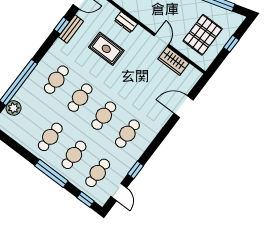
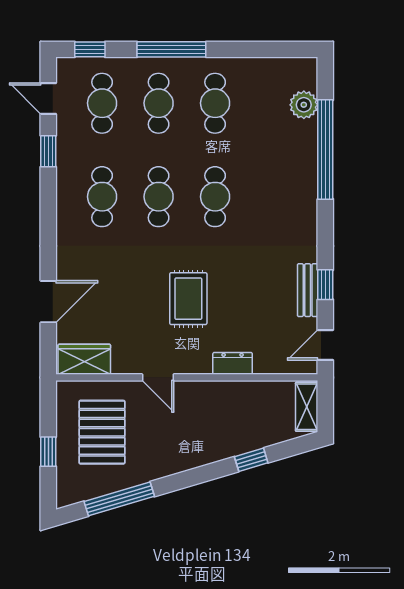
rug: (106, 49) -> (188, 299), moved, turned 90
wardrobe: (173, 61) -> (84, 359), moved
cafe table: (56, 80) -> (272, 197), removed

